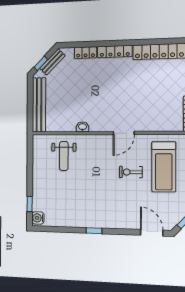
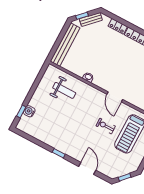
door: (124, 133) -> (115, 97), hinge flipped
weight bench: (64, 156) -> (64, 90), turned -90
water cooler: (38, 218) -> (29, 111), moved
door: (152, 233) -> (87, 168), moved

